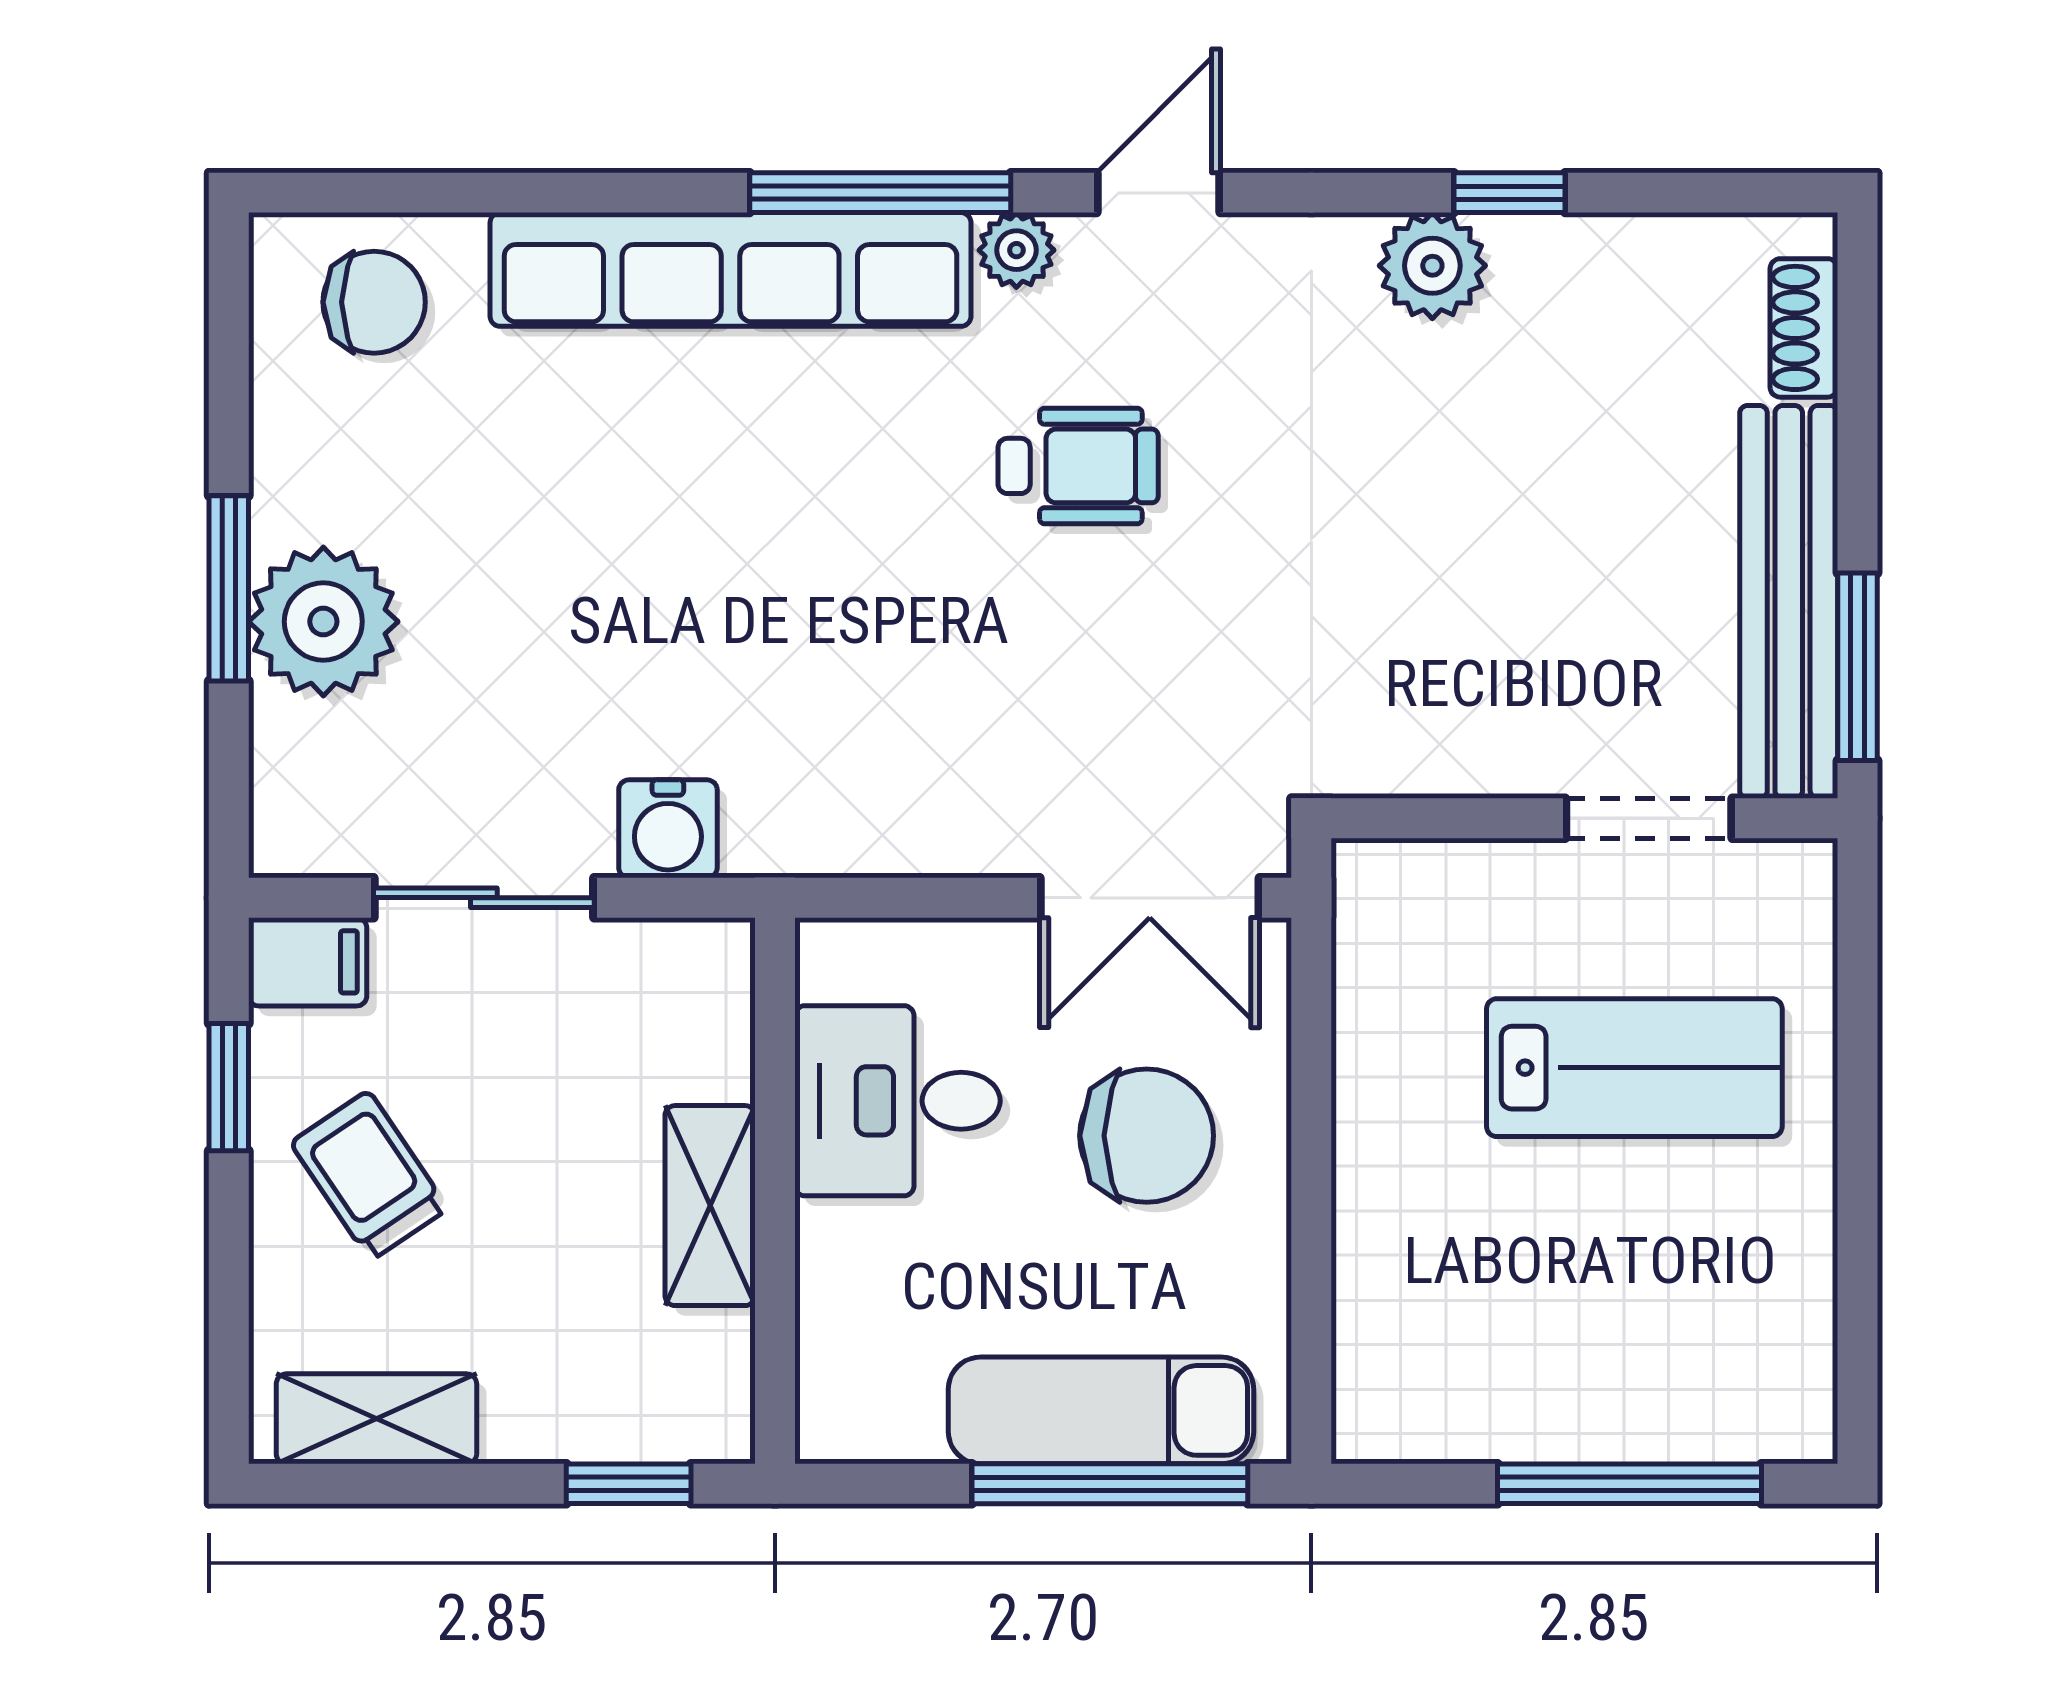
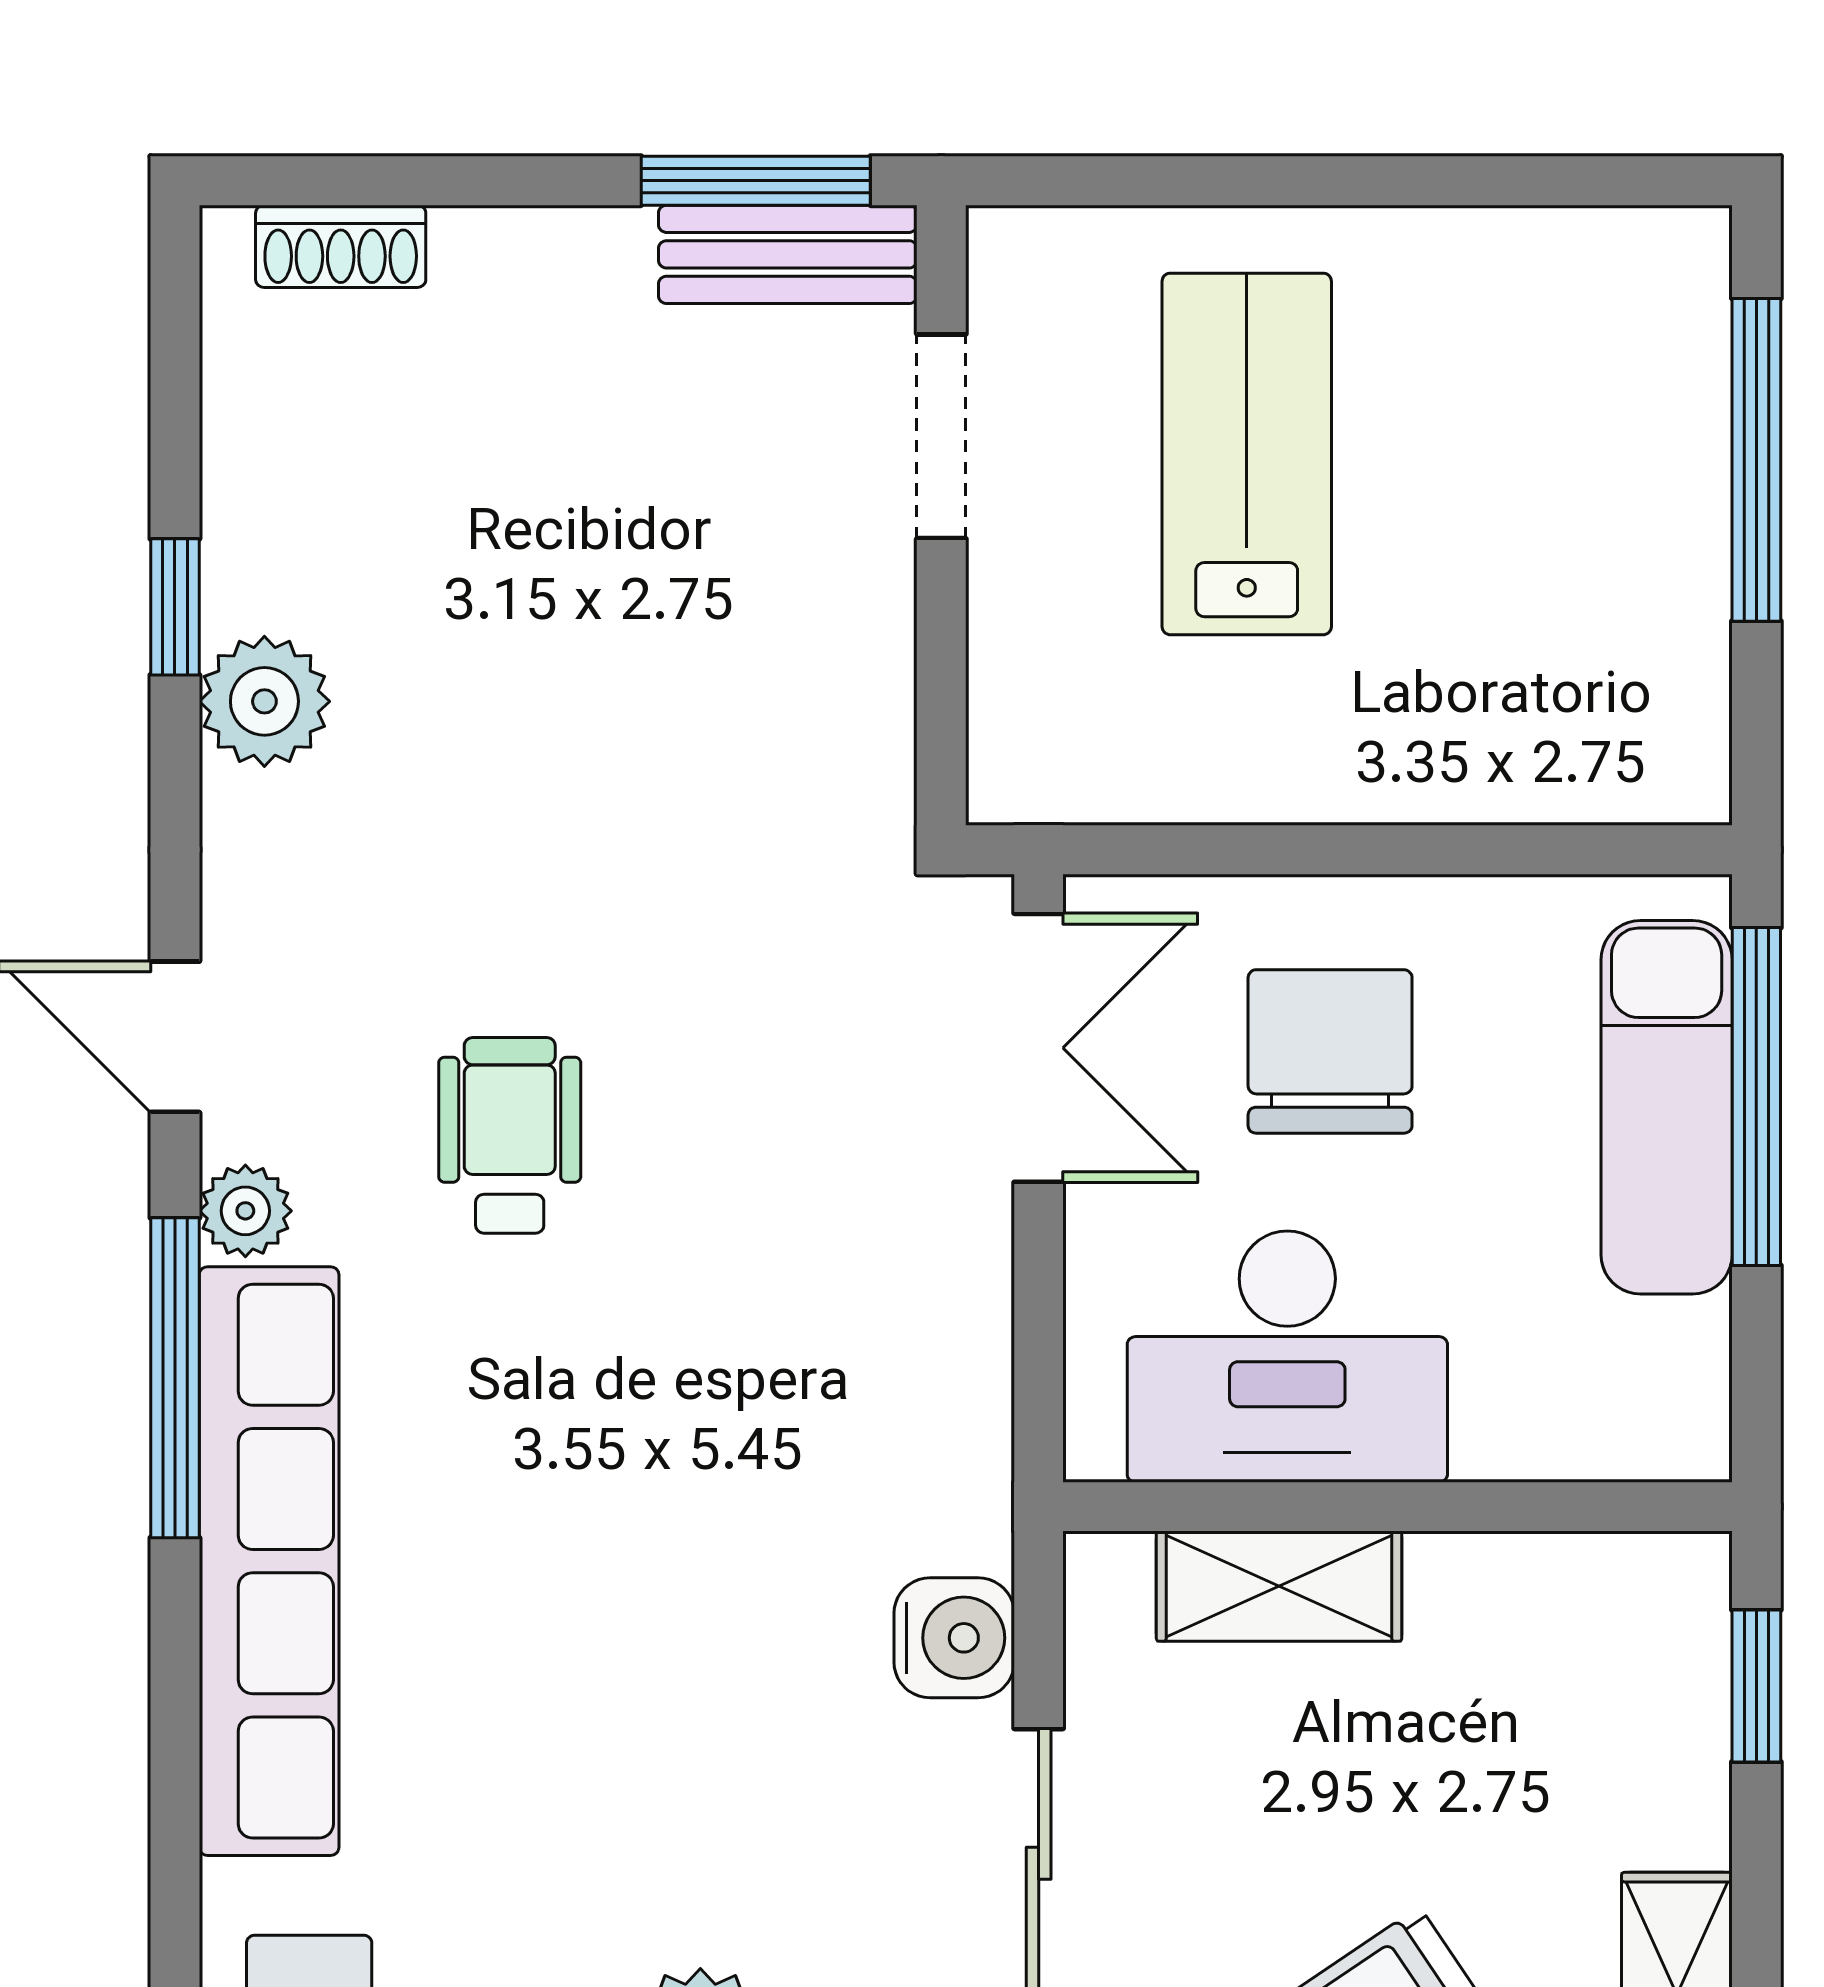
bench: (1789, 602) -> (788, 254), width x0.54, depth x0.82
desk: (897, 1101) -> (1287, 1357), width x1.37
shelving: (710, 1206) -> (1279, 1586), moved

